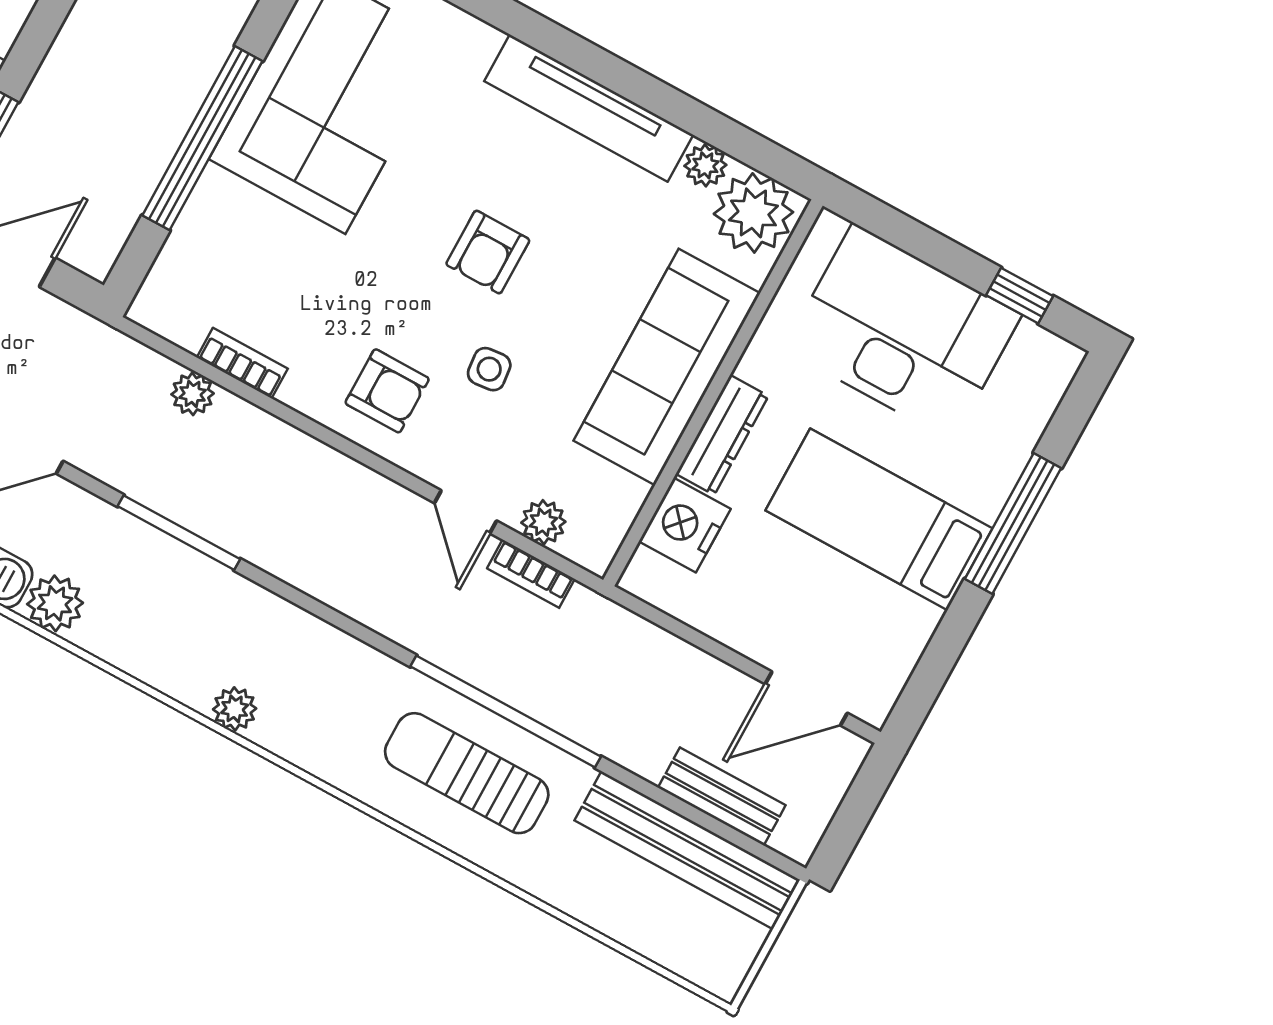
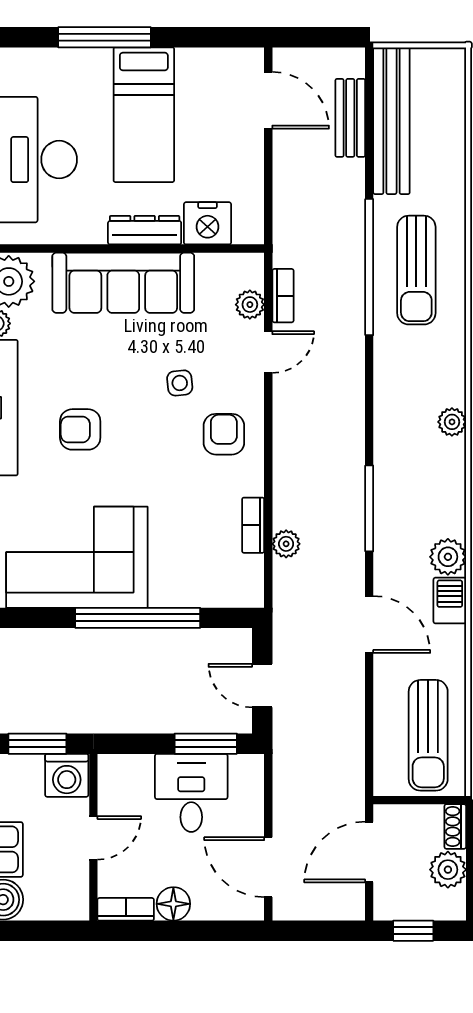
armchair: (488, 252) -> (80, 429), moved, turned 180

